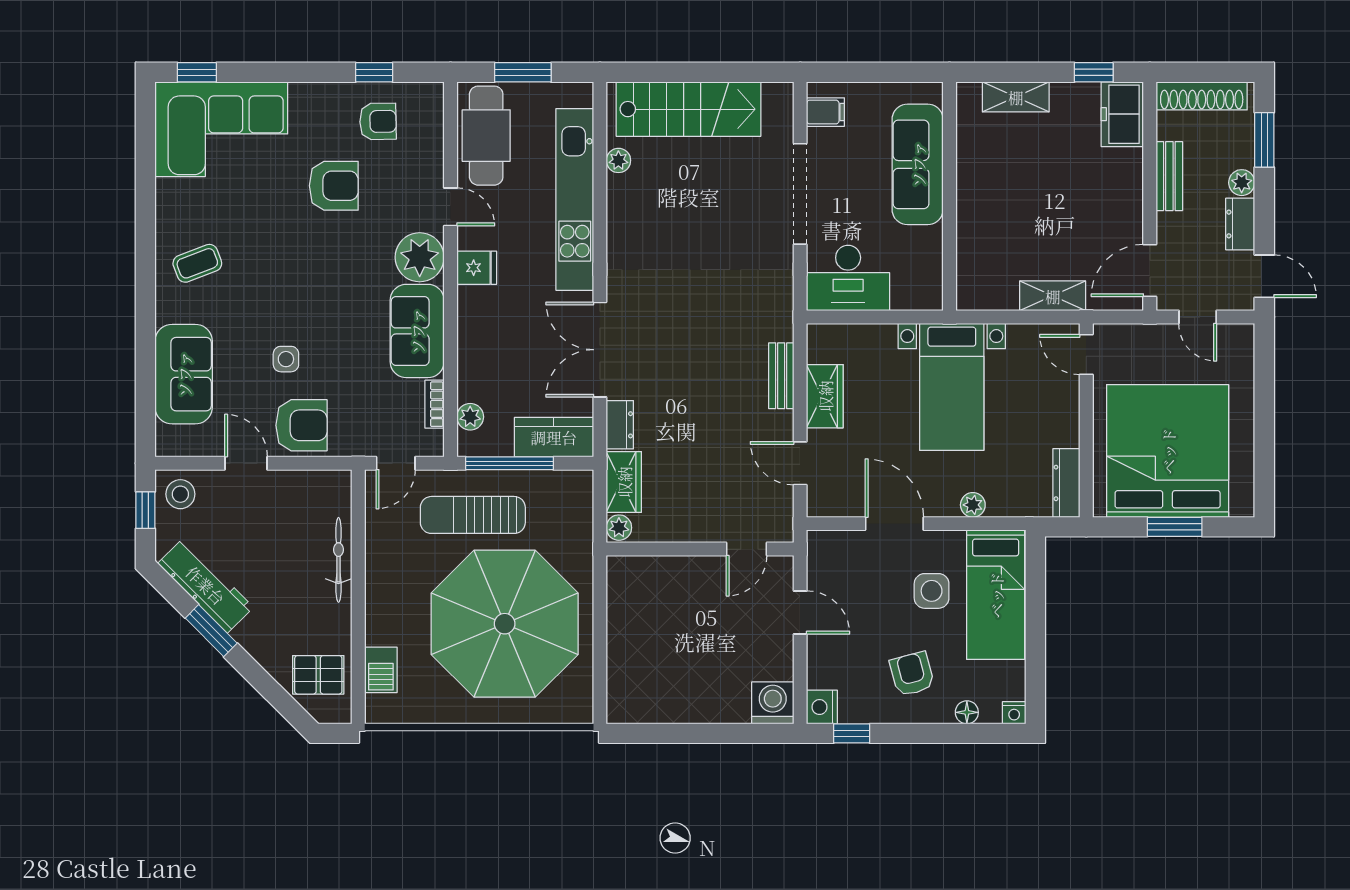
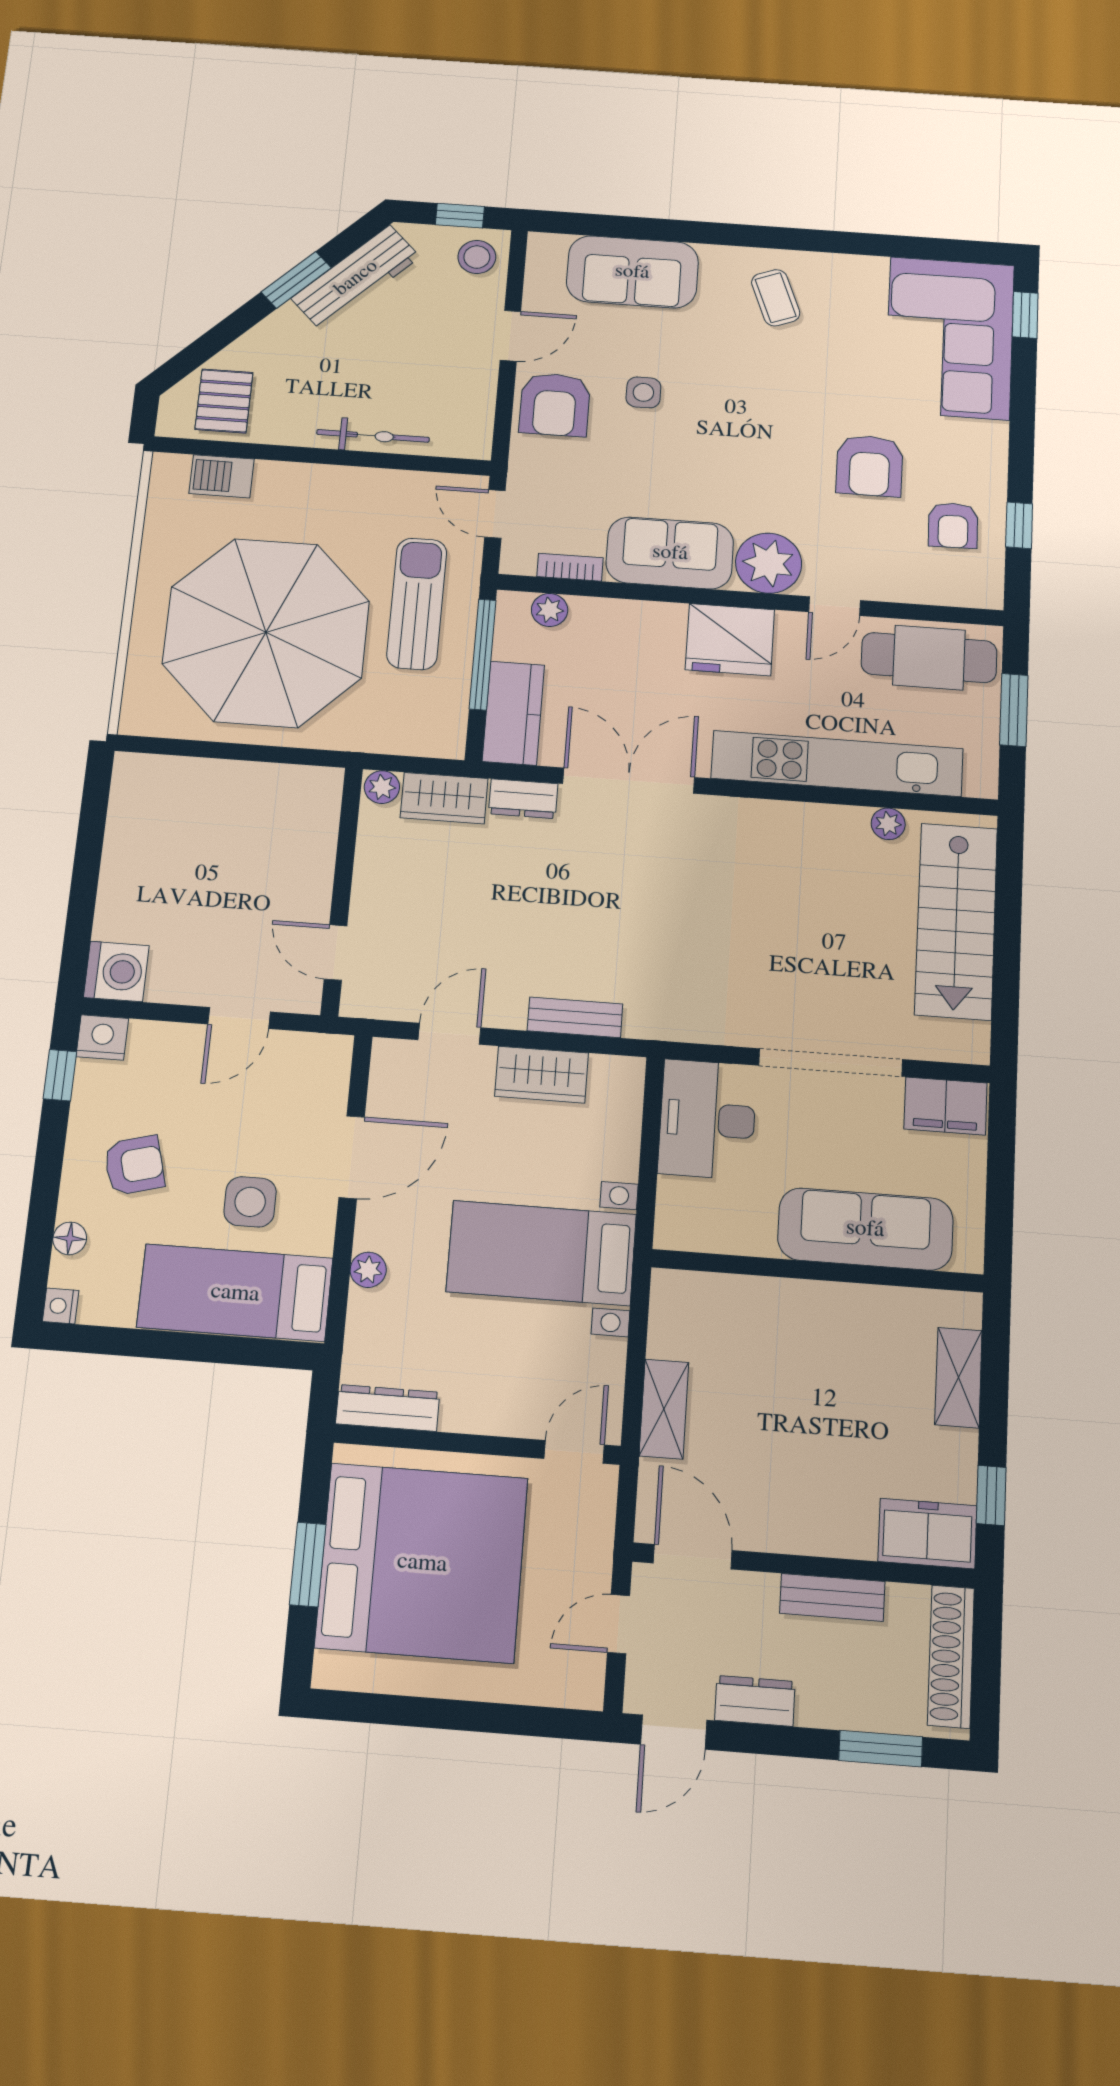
filing cabinet: (825, 112) -> (946, 1106), width x2.00
plant: (1242, 183) -> (817, 1708), removed
fridge: (477, 268) -> (730, 640), width x1.88, depth x1.34

